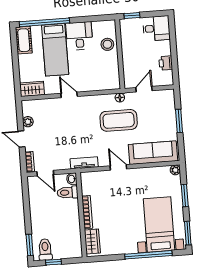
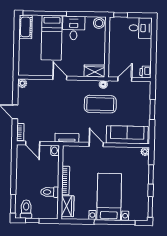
stool: (107, 44) -> (99, 23), moved
printer: (166, 63) -> (145, 72), moved
wardrobe: (32, 89) -> (94, 71), moved
plant: (28, 122) -> (22, 83), moved
toilet: (67, 192) -> (50, 192), moved
bed with nightstands: (159, 224) -> (109, 197), moved

